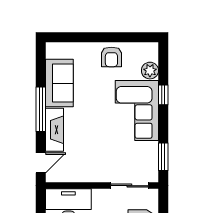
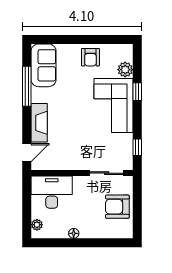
sofa: (59, 83) -> (44, 65), moved
window: (41, 109) -> (27, 86), moved
window: (163, 157) -> (137, 147), width x0.67

